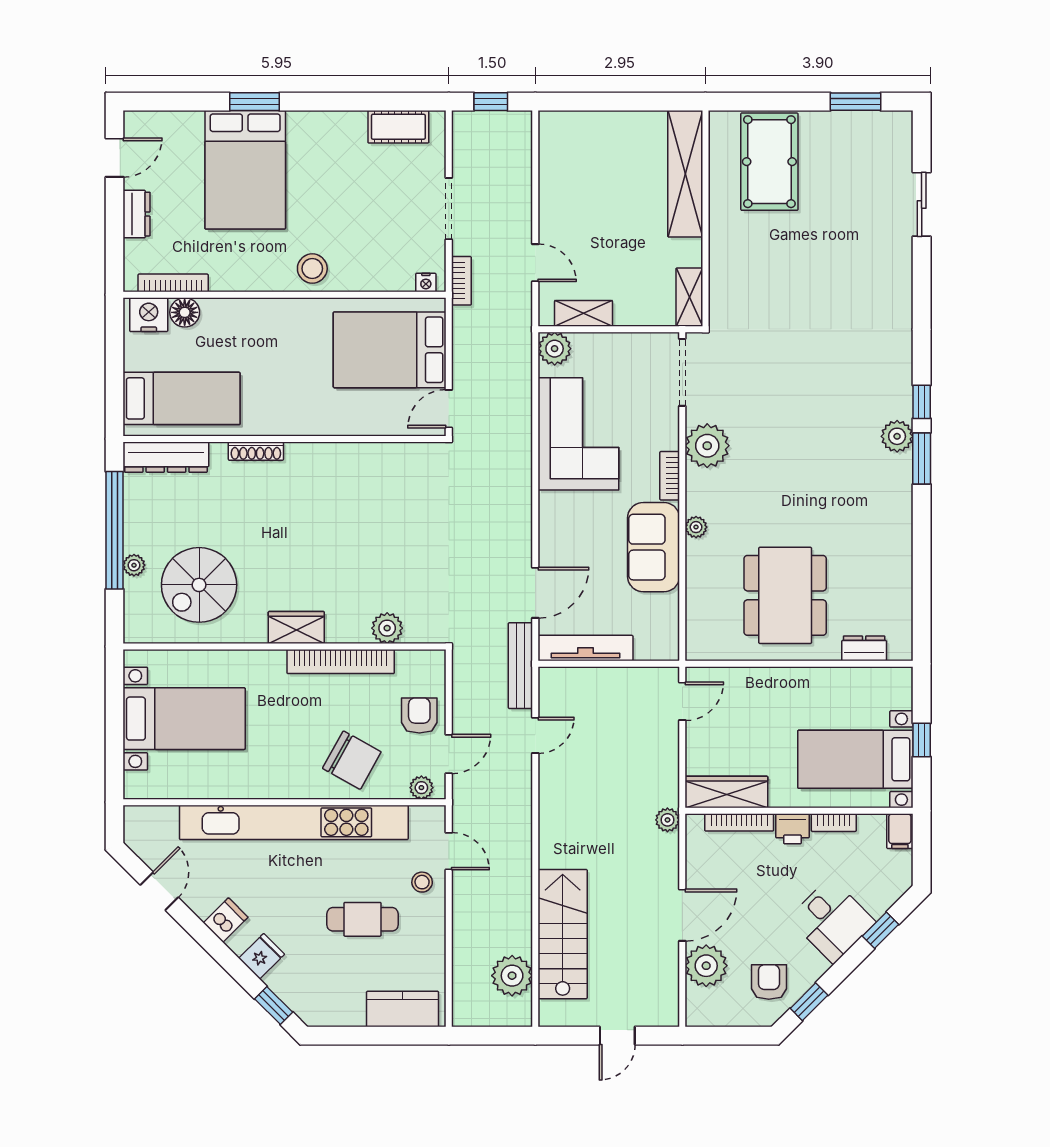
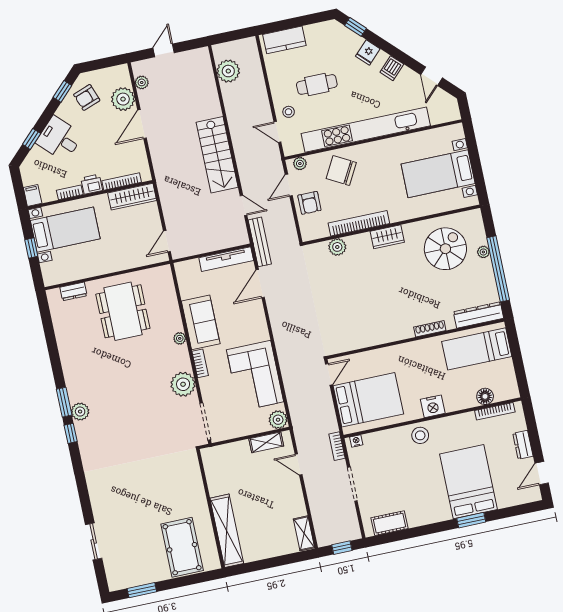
shelving: (689, 297) -> (304, 533), moved
nightstand: (149, 315) -> (433, 406), moved
door: (535, 735) -> (244, 205), swing flipped
plant: (667, 820) -> (142, 82), moved
stairs: (563, 934) -> (217, 155), moved
armchair: (769, 982) -> (87, 97), turned 70

